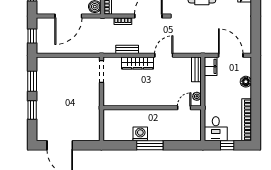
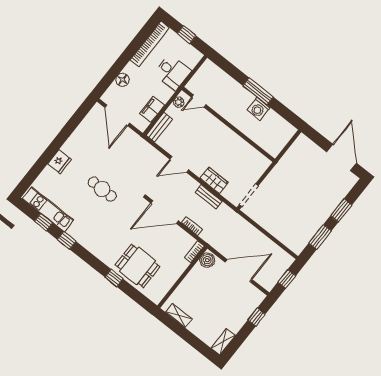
wardrobe: (138, 63) -> (214, 180), width x0.67
filing cabinet: (211, 66) -> (152, 109), moved
desk: (216, 129) -> (172, 72), moved, turned 90

